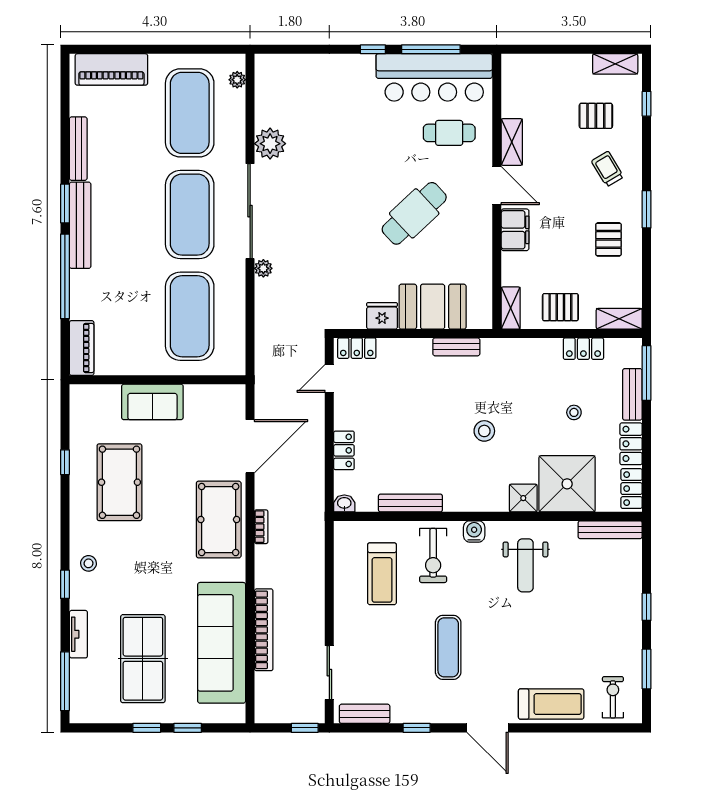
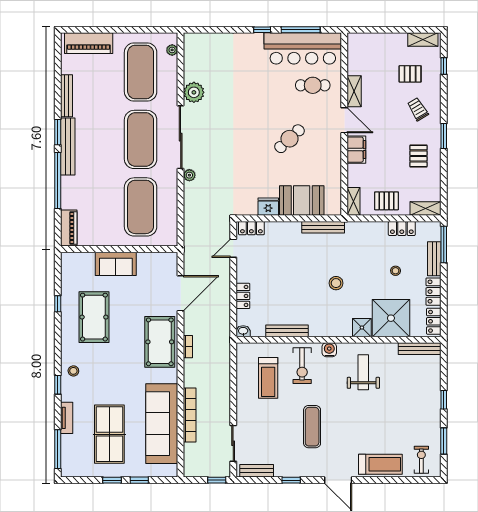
cafe table: (414, 213) -> (289, 139), width x0.73, depth x0.74
bench: (456, 347) -> (323, 227), width x1.36
weight bench: (525, 565) -> (363, 372), turned 180

